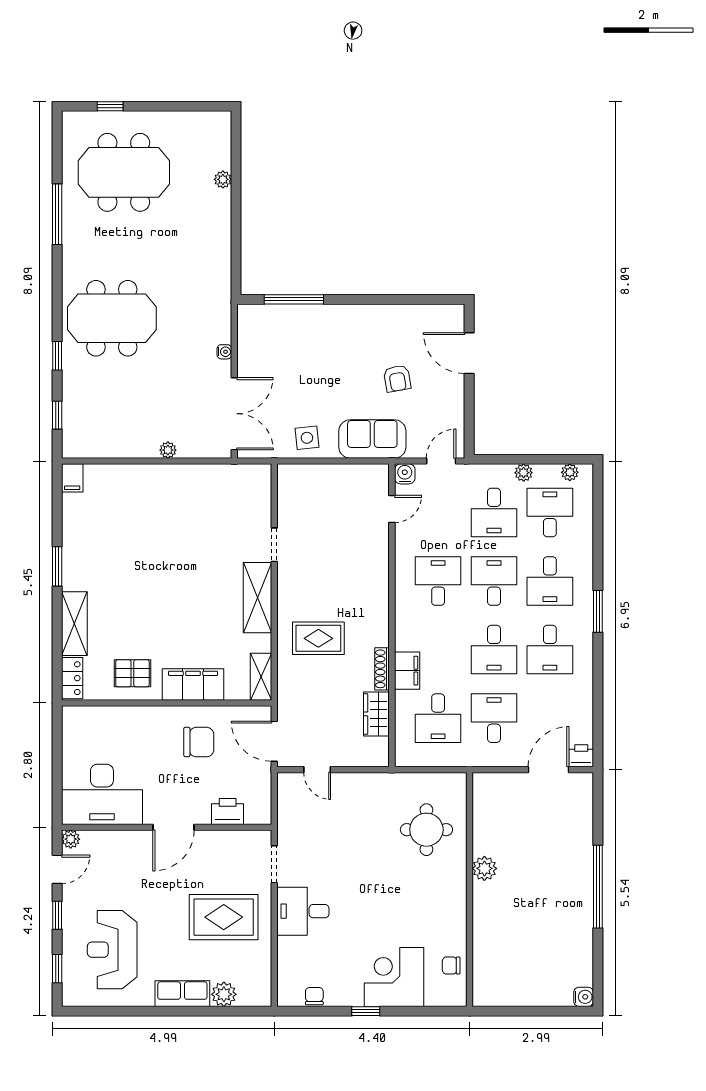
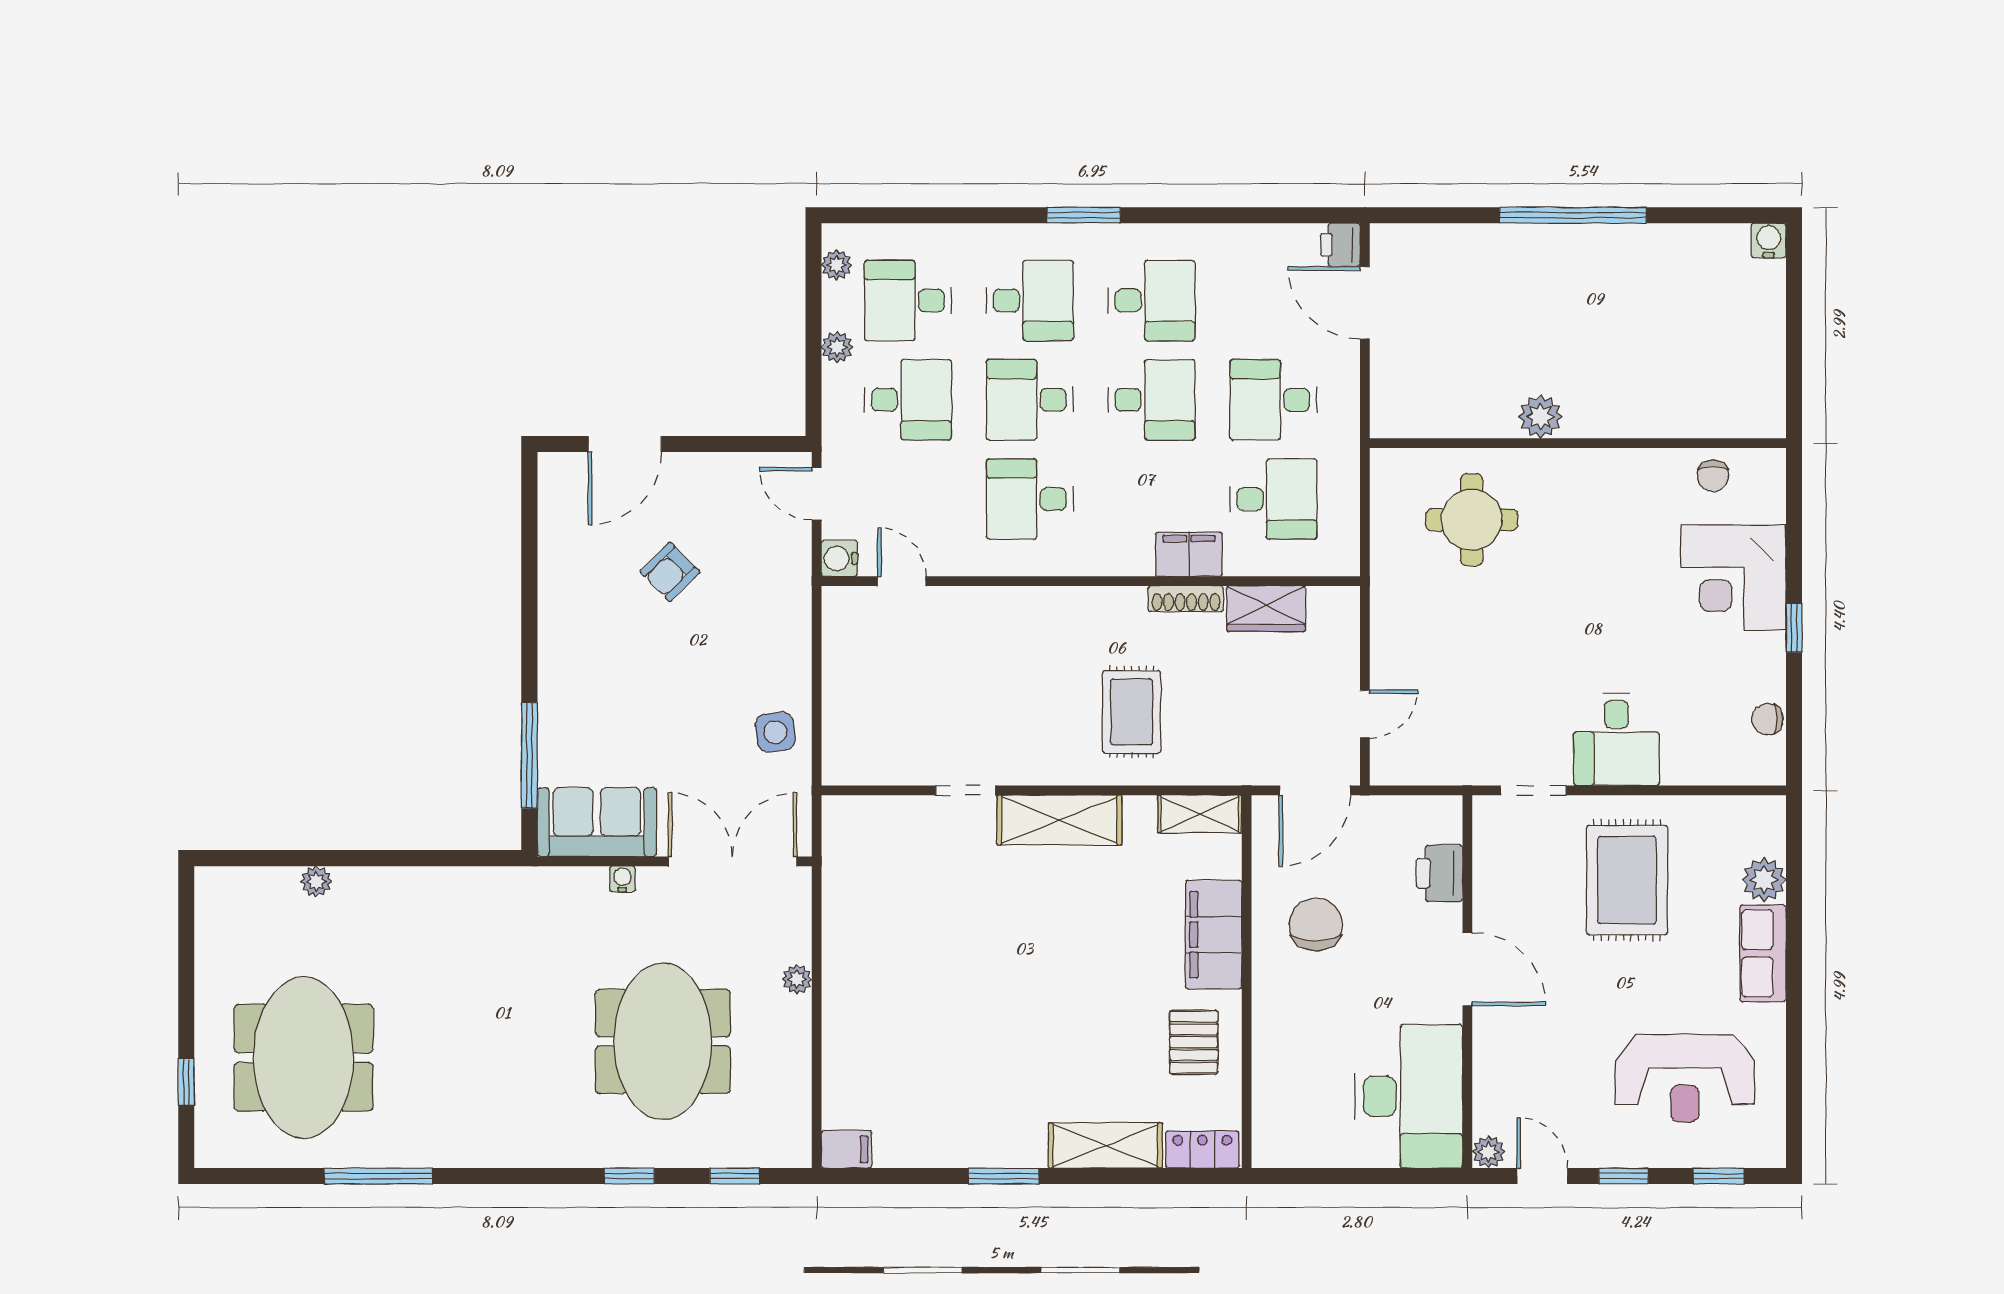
meeting table: (112, 318) -> (663, 1041), moved
armchair: (397, 378) -> (670, 572), turned 145
sofa: (372, 439) -> (597, 822), moved, turned 90

